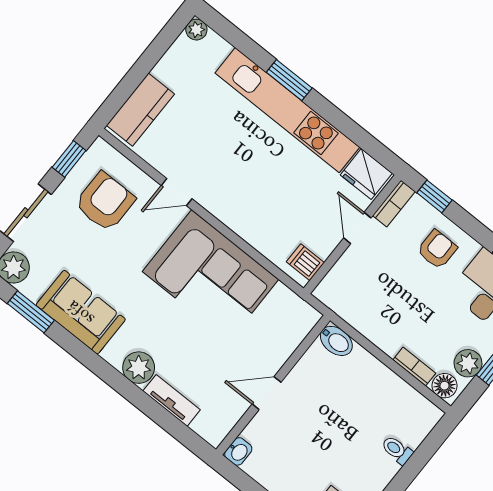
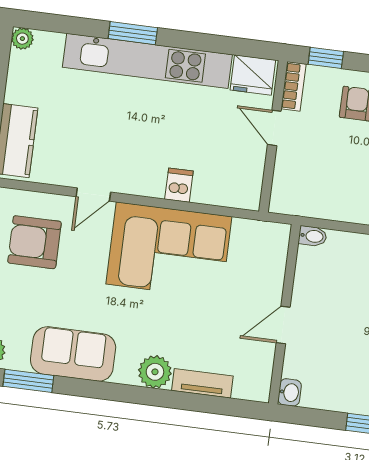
armchair: (105, 202) -> (34, 242), turned -90
dishwasher: (305, 262) -> (179, 185), moved, turned 90
bidet: (336, 341) -> (313, 236), width x0.72, depth x0.74

